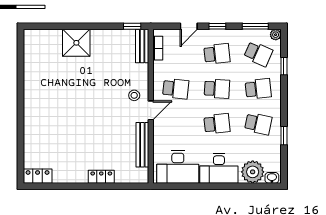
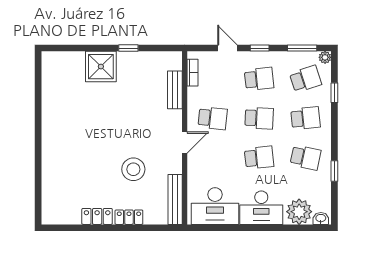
window: (132, 26) -> (128, 48), moved
door: (189, 26) -> (227, 48), swing flipped
bench: (142, 46) -> (175, 90), moved
school desk: (258, 54) -> (305, 79), turned -42
stool: (134, 95) -> (133, 169), moved, width x1.89, depth x1.89
bench: (142, 145) -> (175, 199), moved
locker: (38, 176) -> (97, 216), moved

